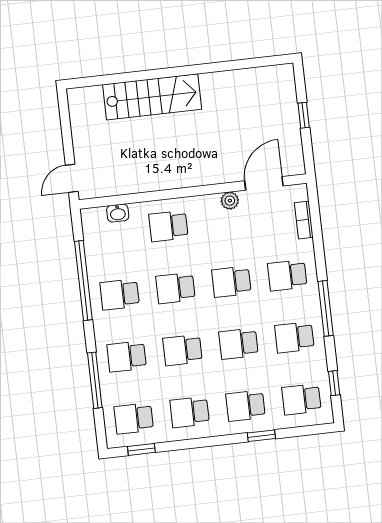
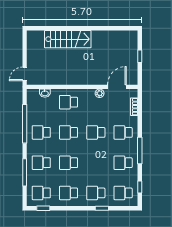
school desk: (238, 344) -> (96, 163), removed

